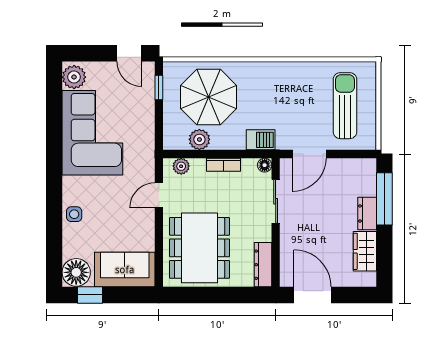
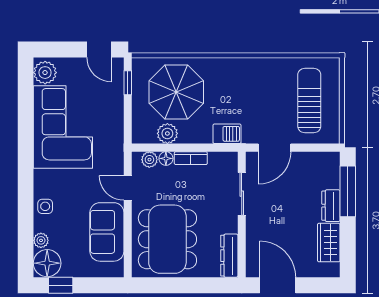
floor lamp: (265, 165) -> (166, 158), moved
door: (159, 195) -> (128, 188), hinge flipped
plant: (70, 249) -> (41, 240), added
sofa: (125, 270) -> (107, 232), moved, turned -90

